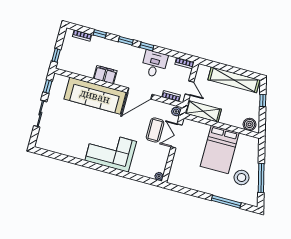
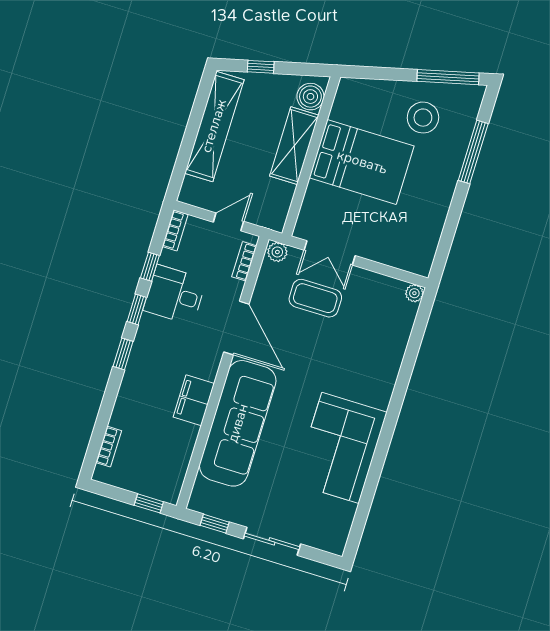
window: (100, 34) -> (150, 267), moved
shelving: (203, 111) -> (294, 146), moved
corner sofa: (111, 151) -> (340, 448), moved
window: (261, 178) -> (448, 77), moved

